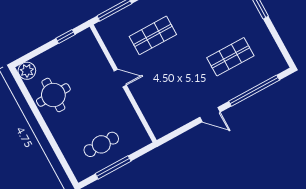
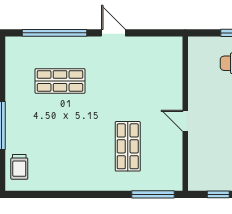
shop shelf: (153, 35) -> (128, 146), turned 90

